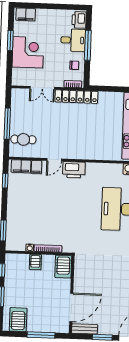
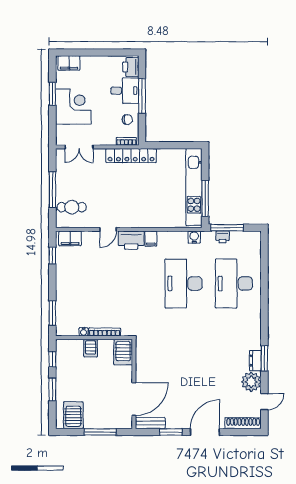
double door: (42, 88) -> (79, 147), moved
filing cabinet: (37, 167) -> (151, 239), moved

